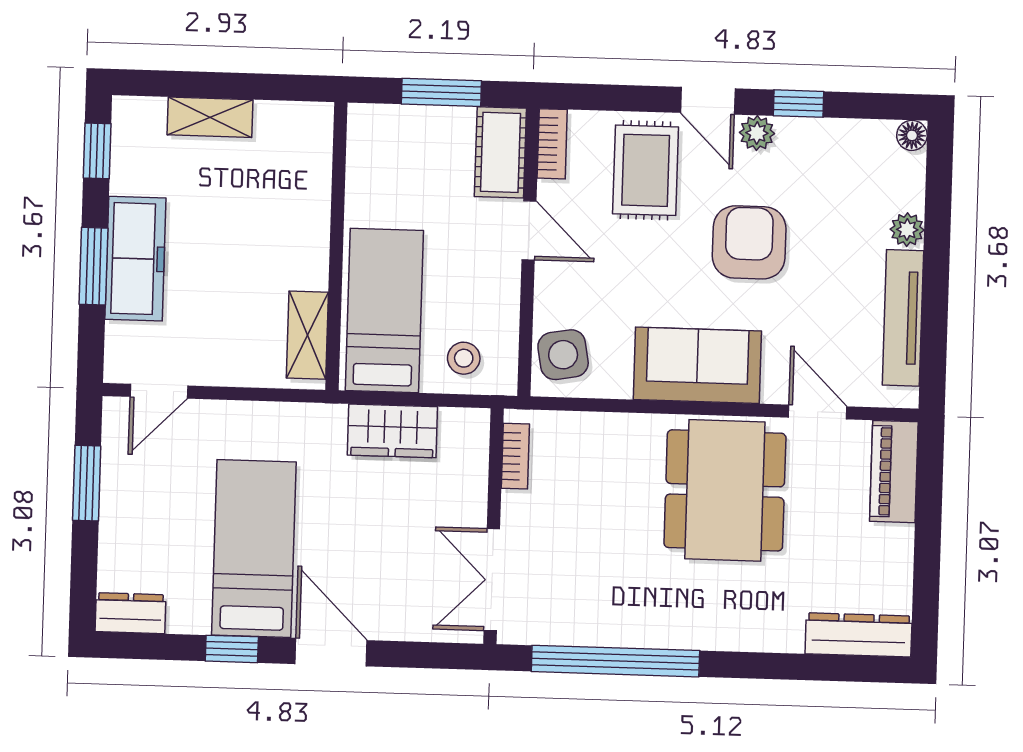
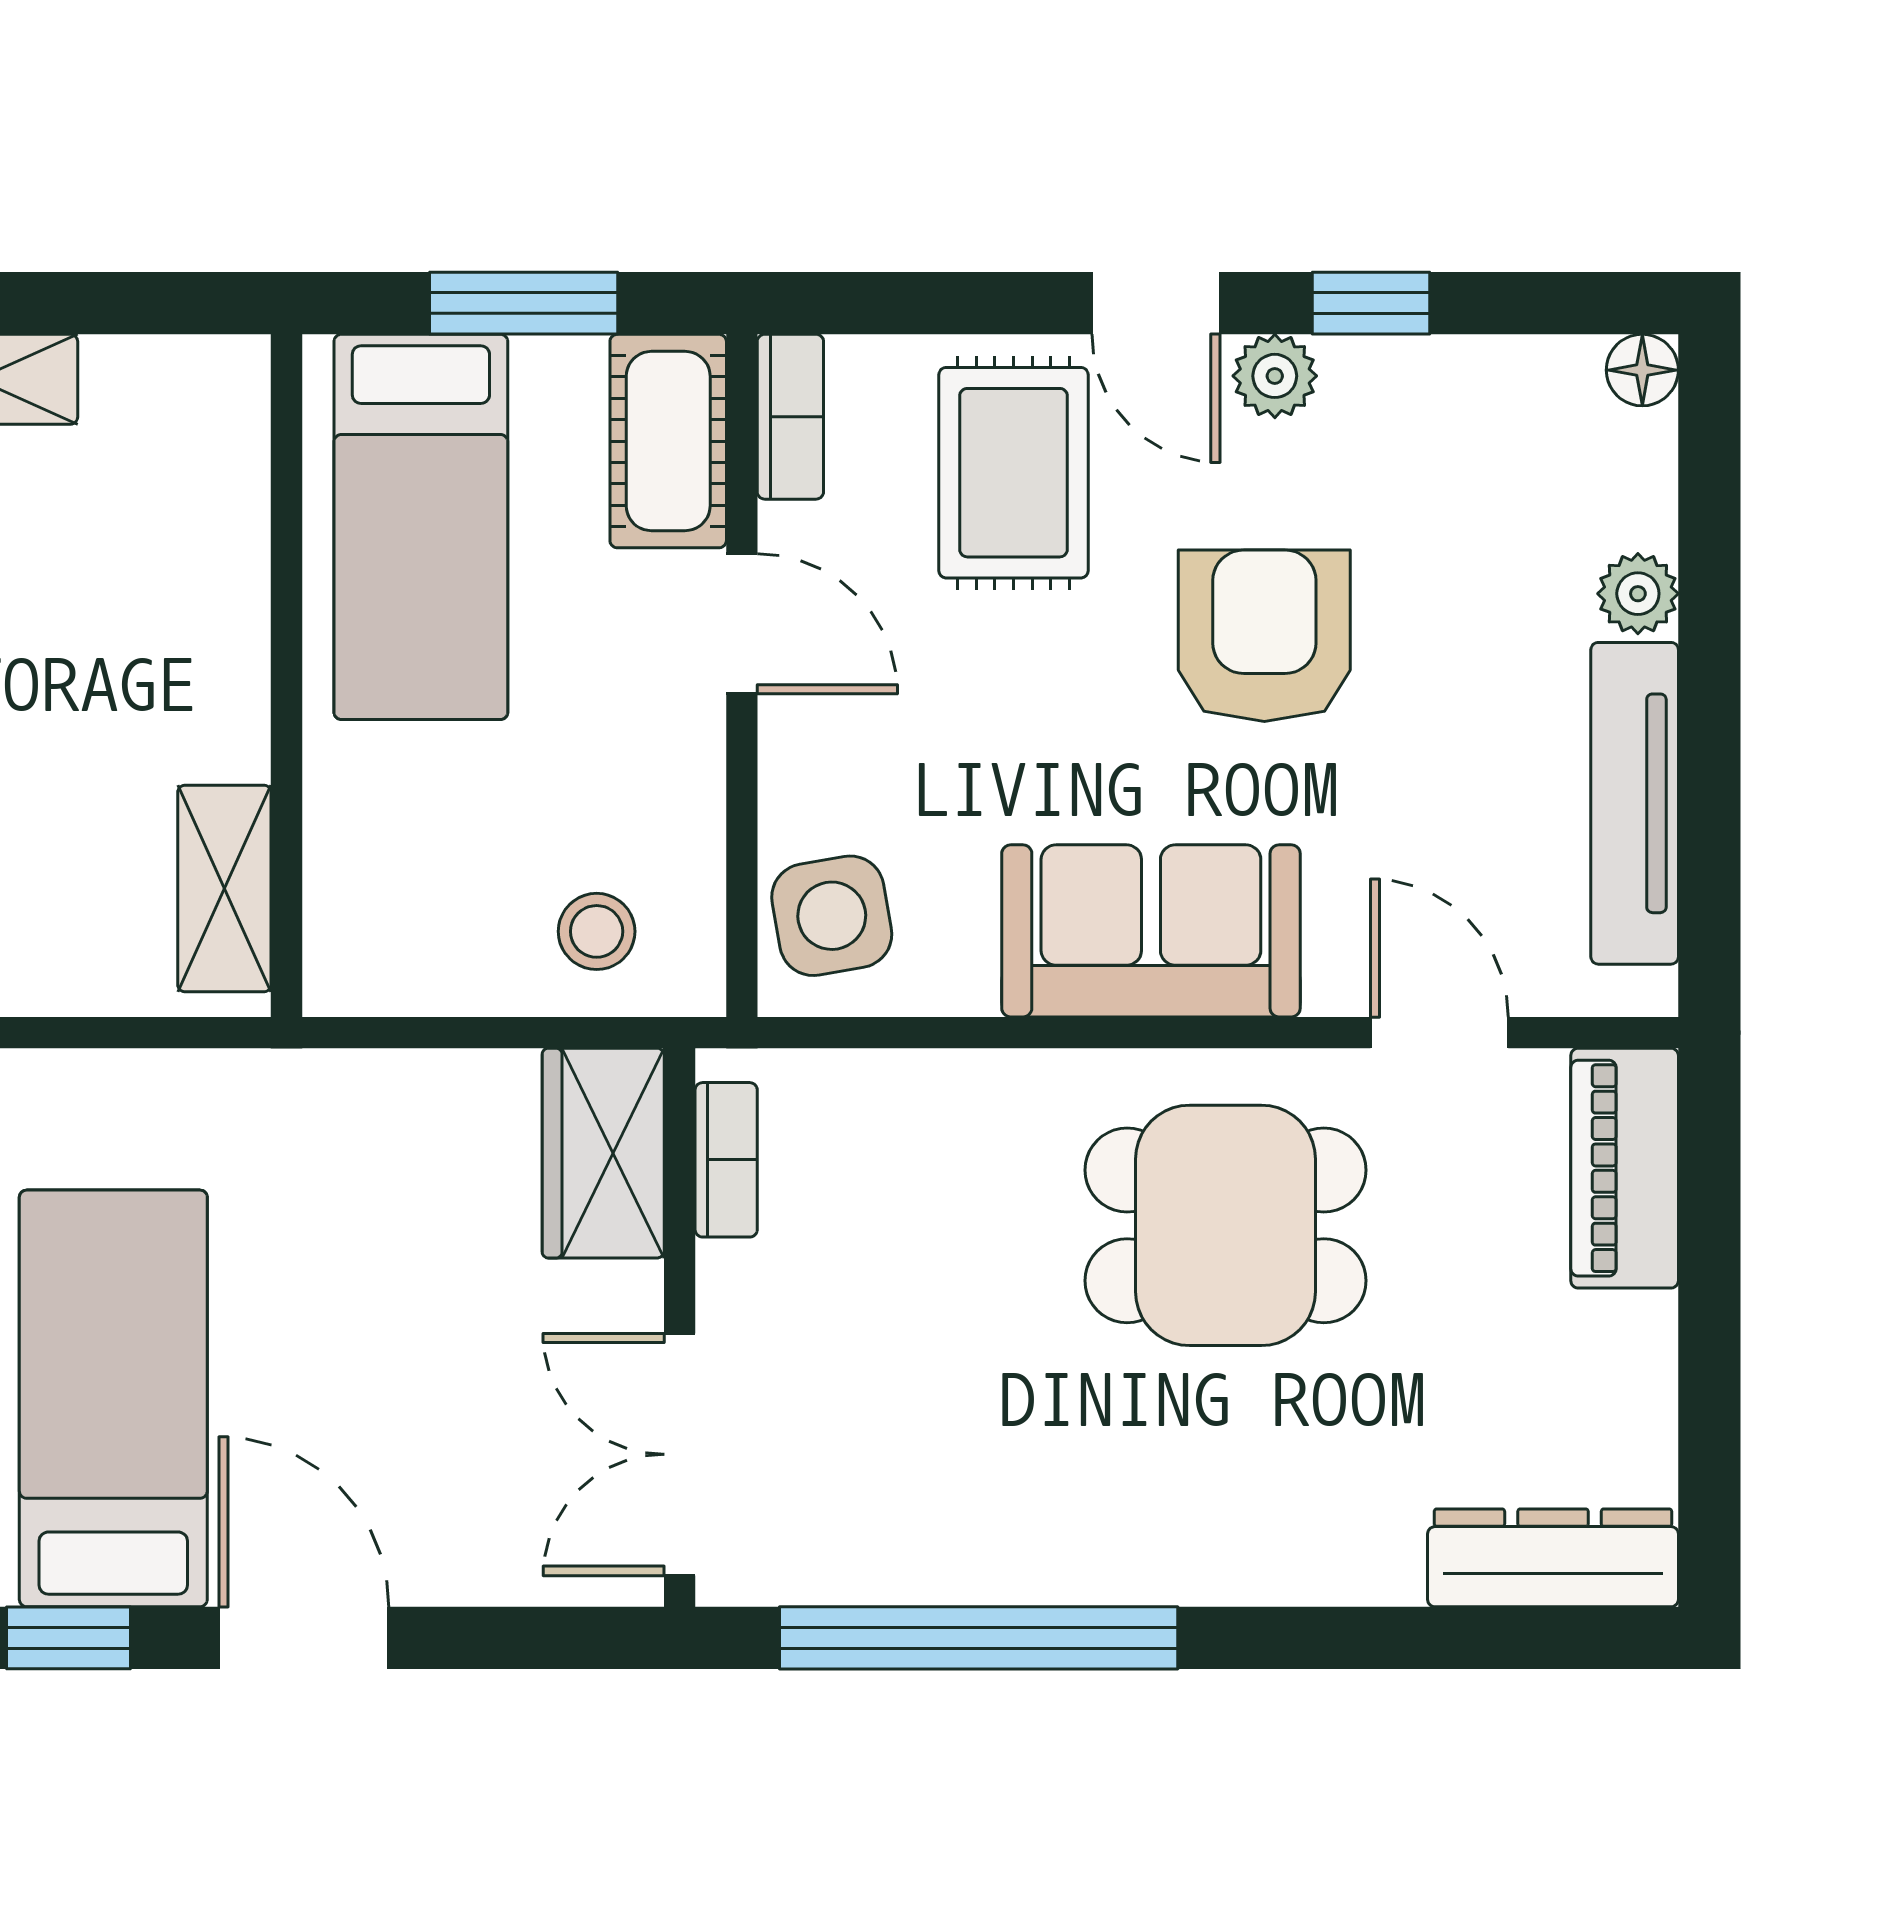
bed: (384, 310) -> (421, 527), moved, turned 180
wardrobe: (392, 431) -> (603, 1153), moved, turned 90
dining table: (725, 490) -> (1225, 1225), width x0.73

